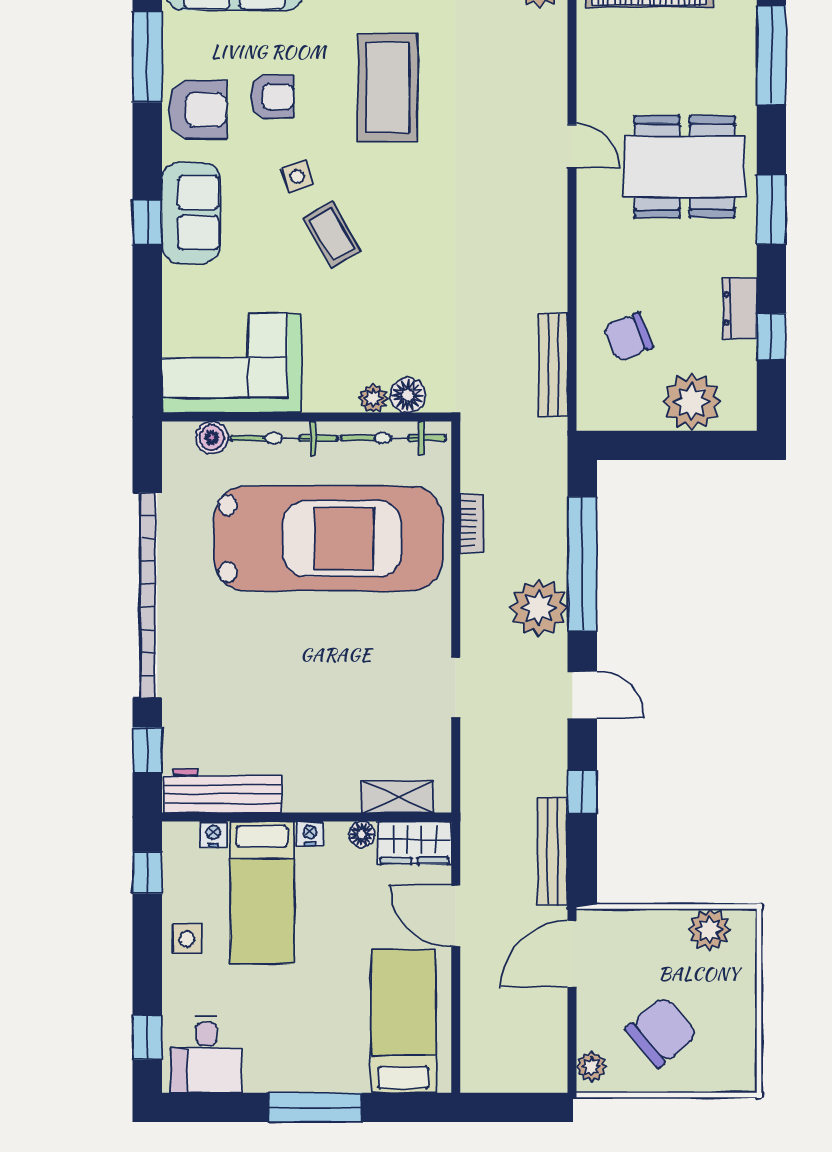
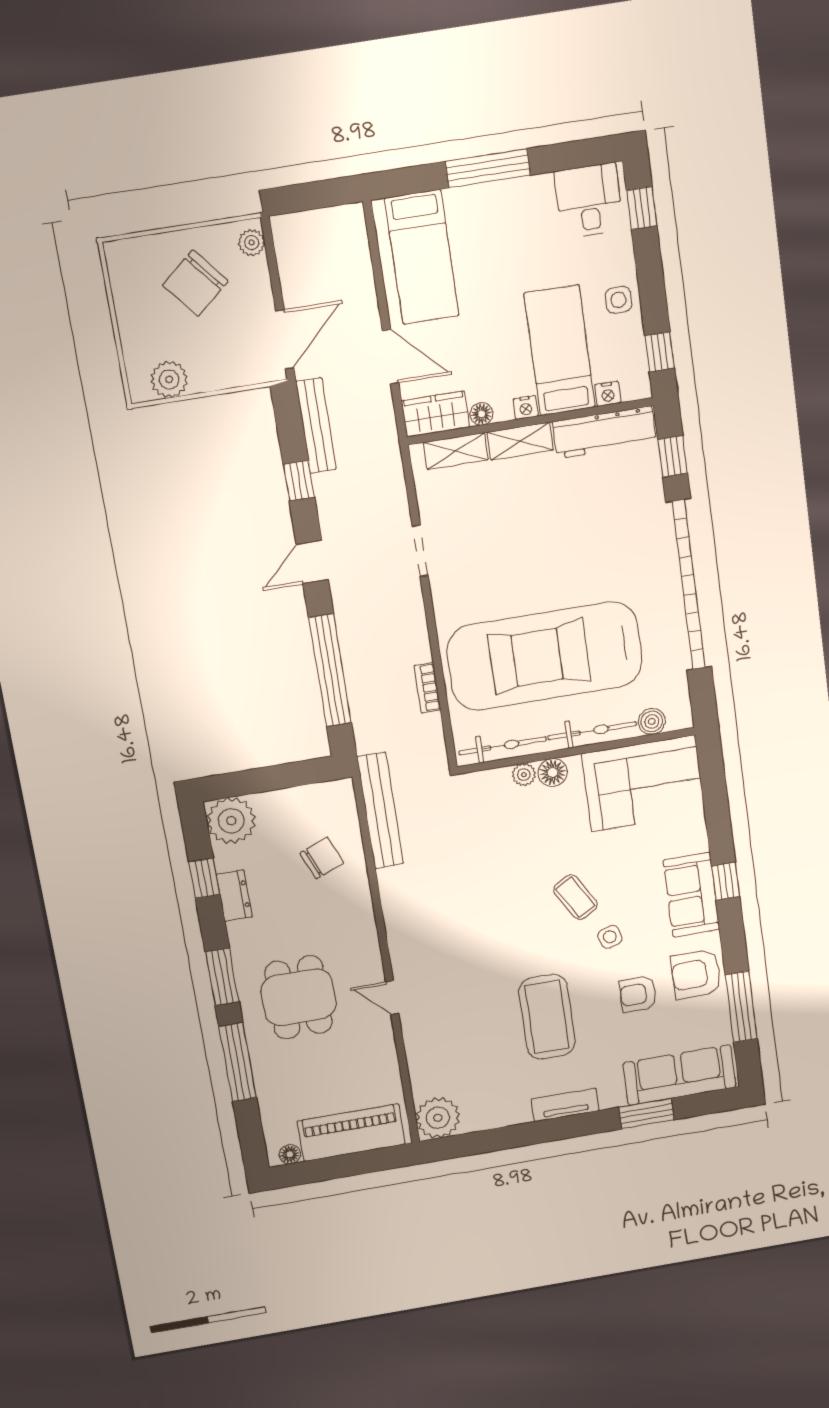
window: (771, 55) -> (238, 1062), moved
dining table: (685, 167) -> (299, 997), width x0.73
bench: (553, 365) -> (380, 810), width x1.37, depth x1.21
floor lamp: (408, 395) -> (553, 772), moved
plant: (692, 402) -> (231, 821), moved
plant: (539, 608) -> (361, 628), removed
door: (582, 695) -> (312, 562), hinge flipped
shelving: (322, 796) -> (520, 441), added

